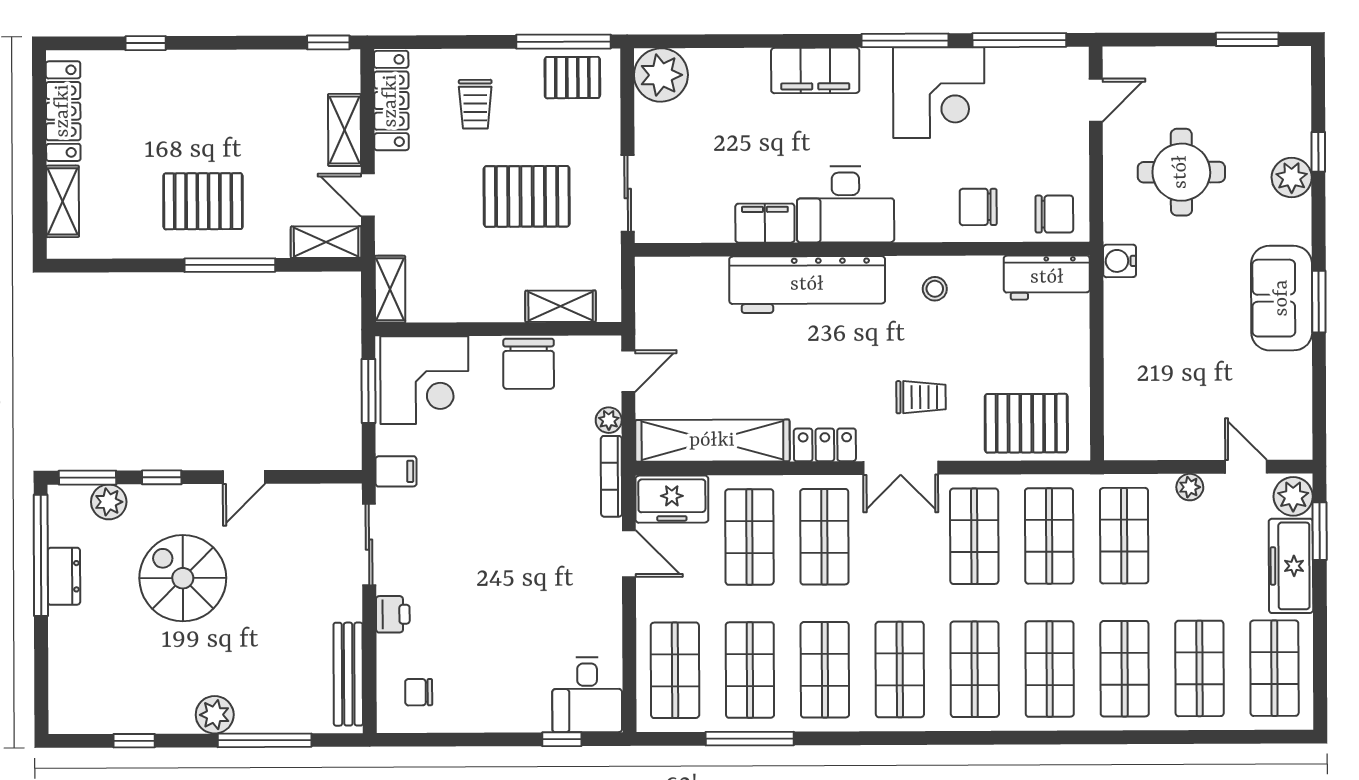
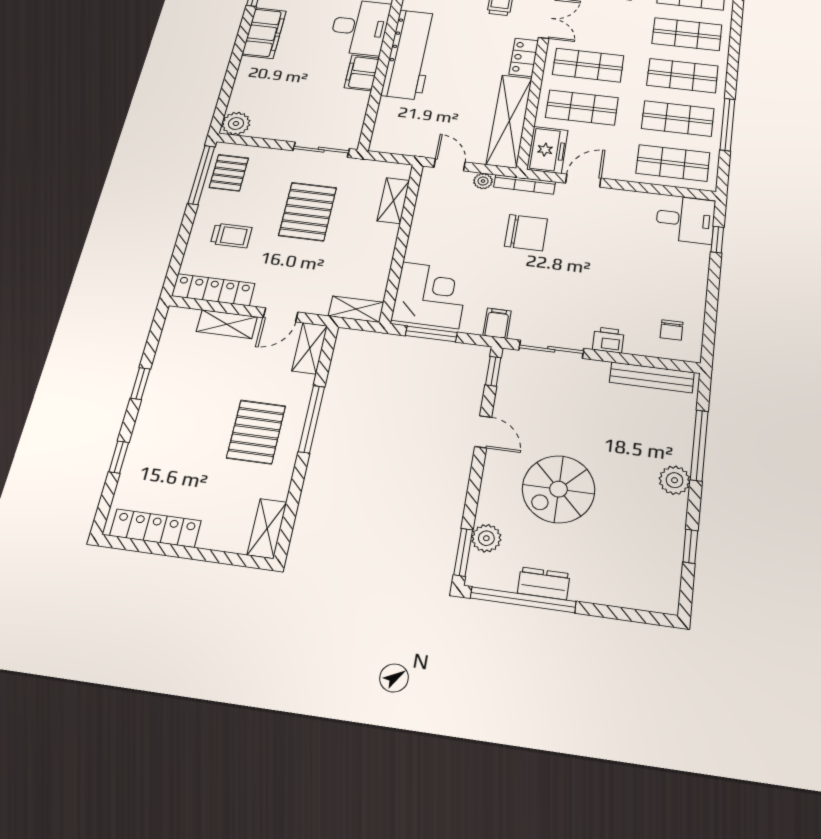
window: (328, 42) -> (140, 384), moved
plant: (661, 75) -> (236, 124), width x0.73, depth x0.73
shelving: (63, 201) -> (267, 528), moved, turned 90
chair: (529, 364) -> (526, 233), moved
window: (162, 477) -> (493, 371), moved

